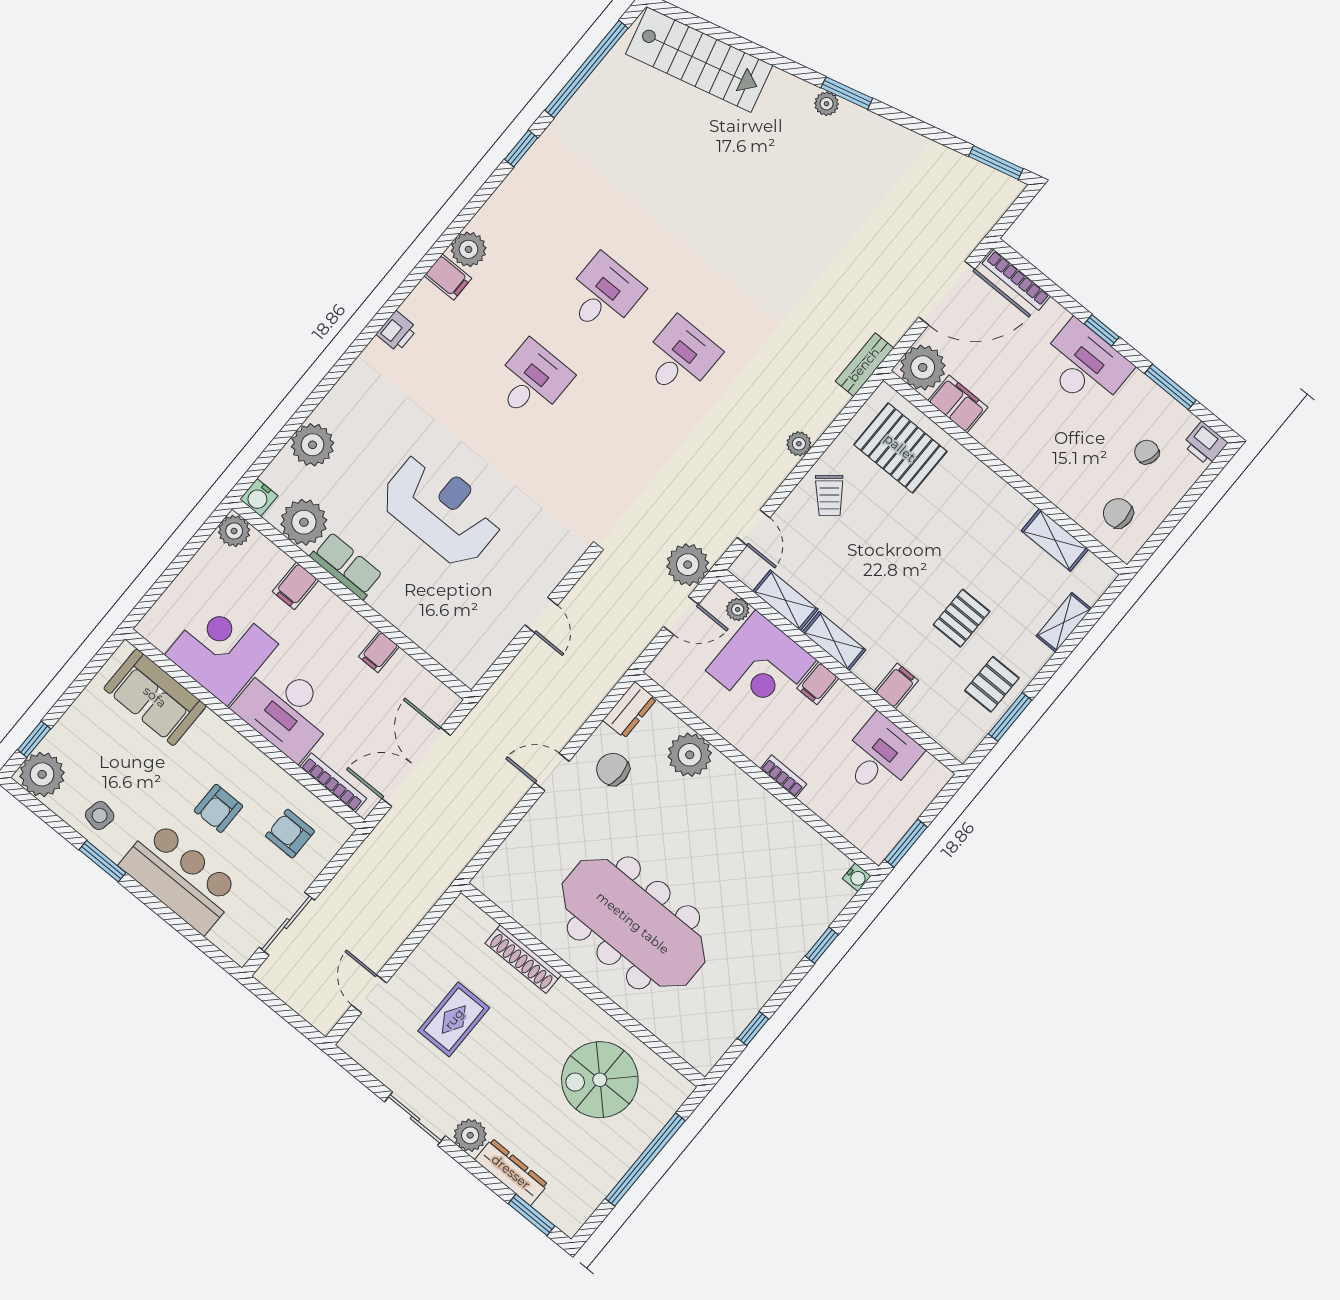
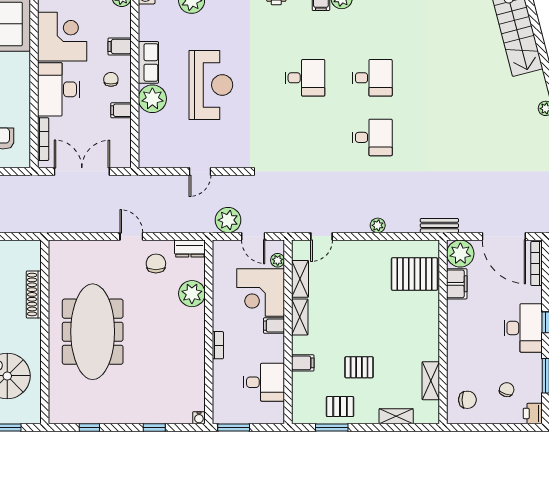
pallet: (900, 448) -> (415, 274), turned 90
trolley: (829, 495) -> (365, 259), removed
chair: (1118, 513) -> (467, 400), turned 90
plant: (304, 522) -> (152, 99), moved
plant: (688, 565) -> (228, 220), moved
chair: (328, 632) -> (111, 79), added

